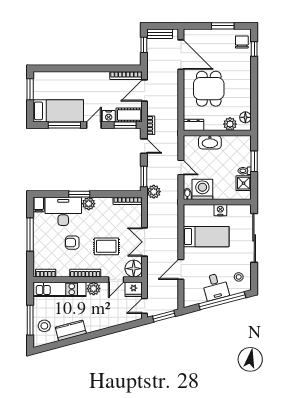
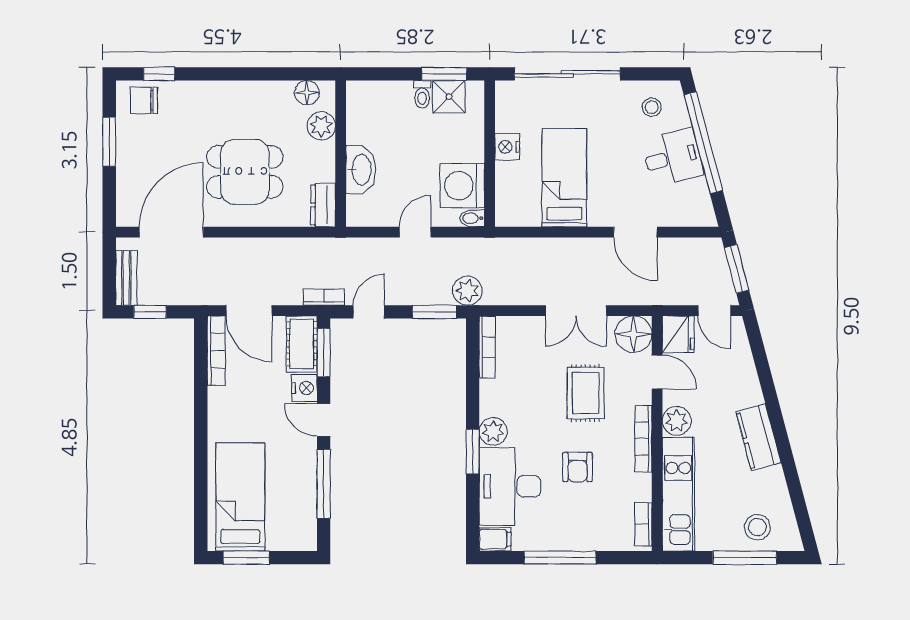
bed: (58, 111) -> (240, 497), moved
window: (254, 161) -> (444, 74), moved
kitchen counter: (71, 330) -> (759, 437), moved

